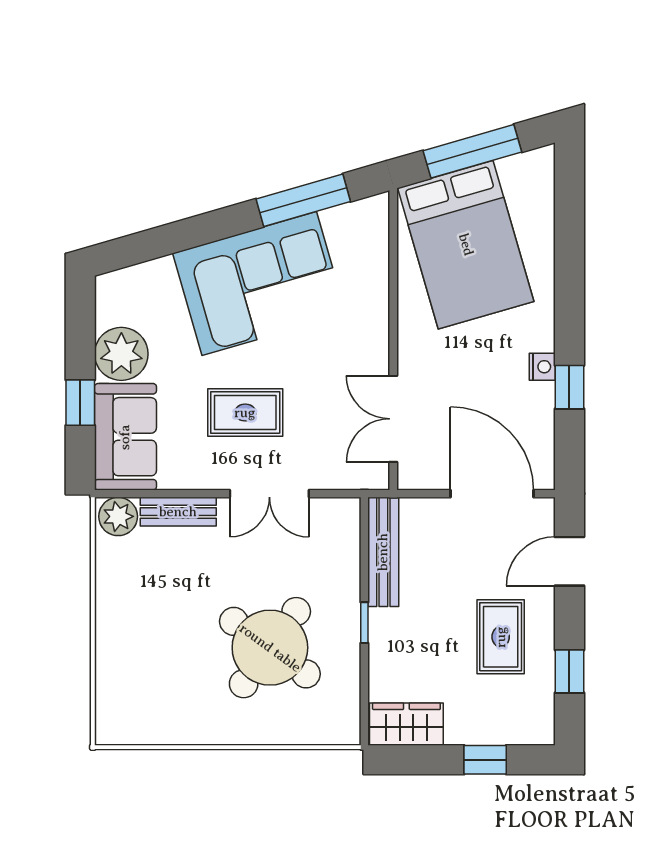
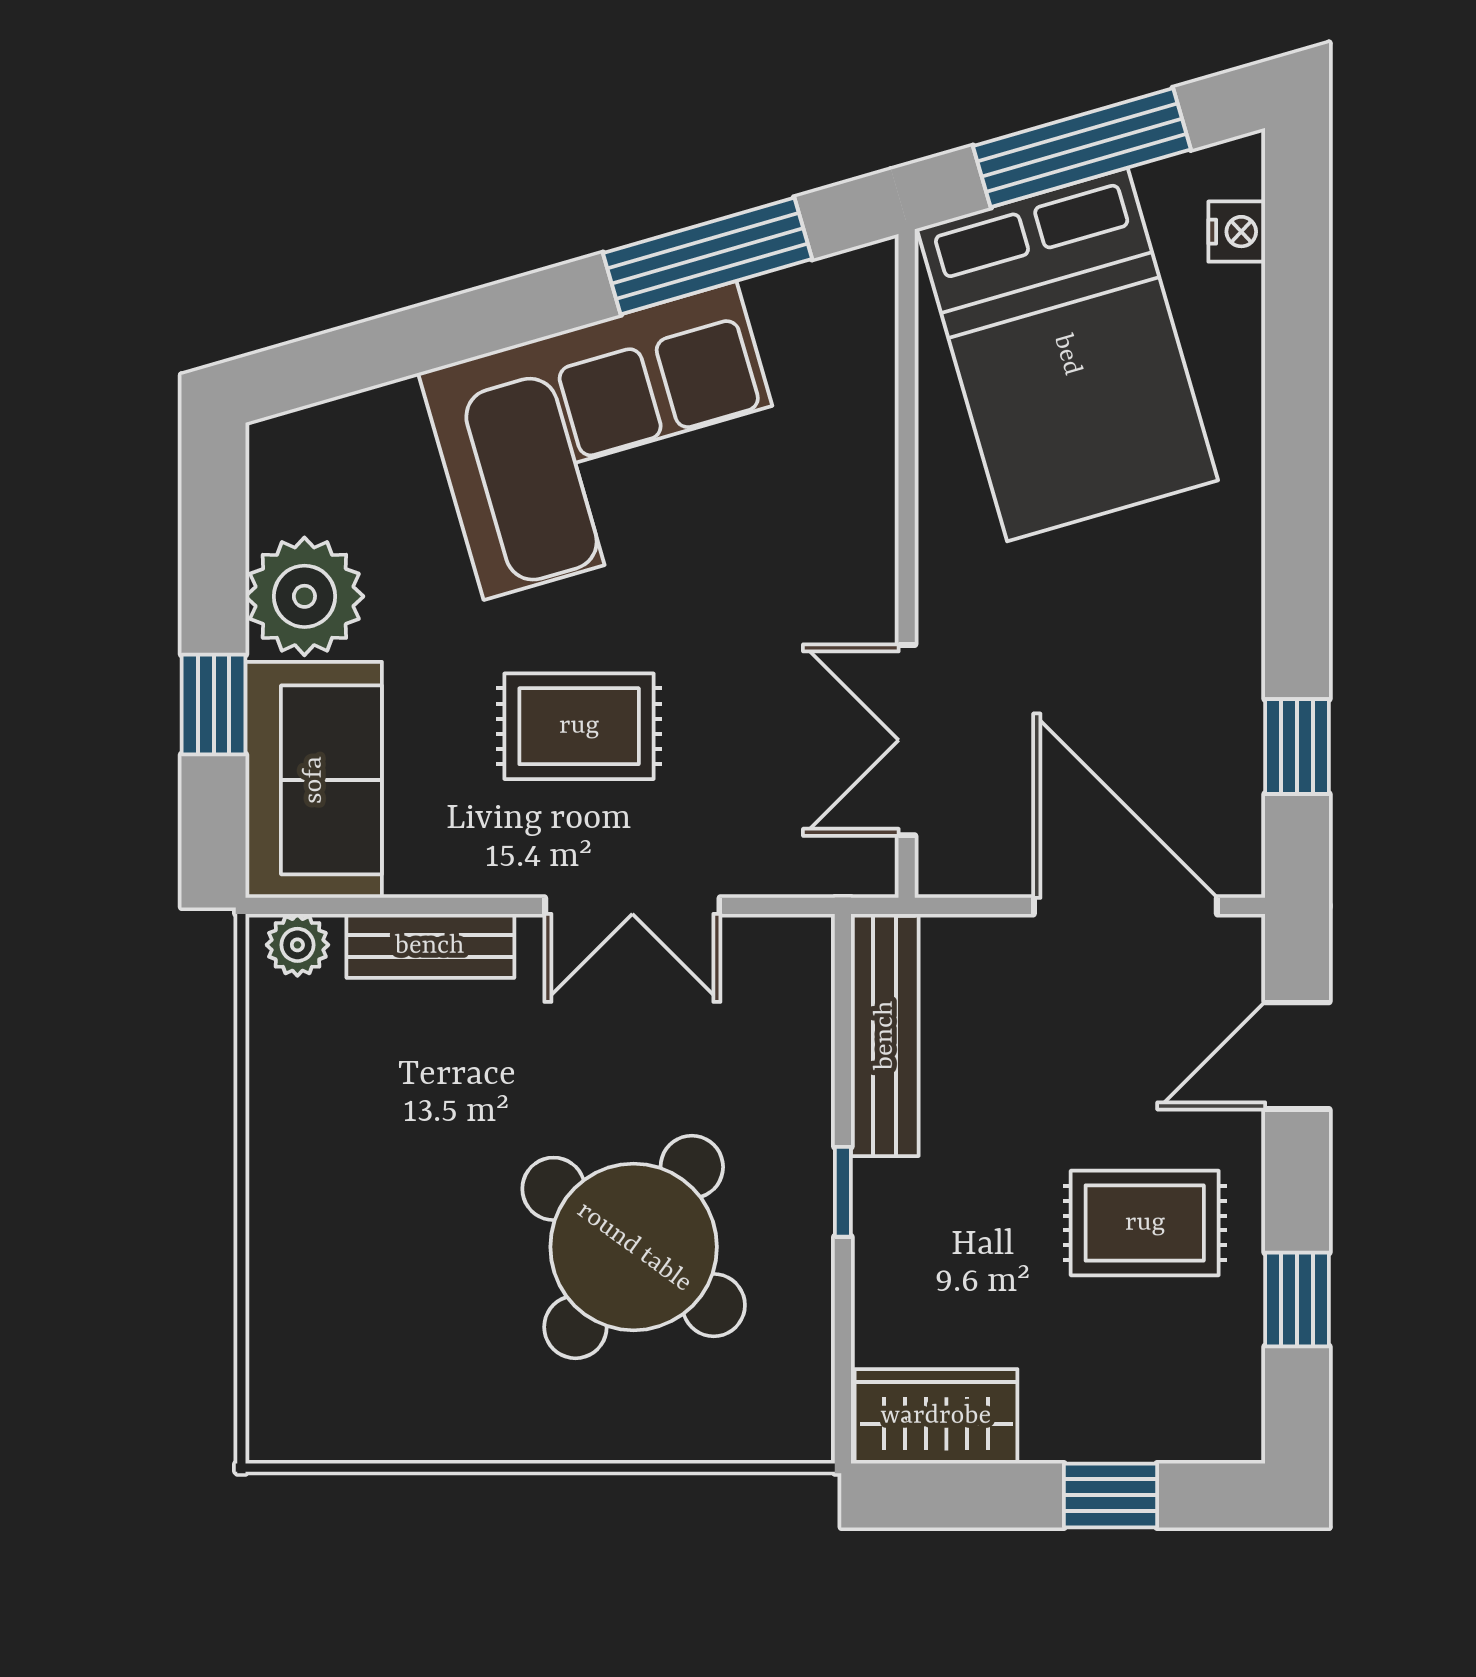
nightstand: (542, 367) -> (1237, 232), moved
window: (569, 387) -> (1297, 746), moved
plant: (118, 516) -> (297, 945), width x0.73, depth x0.73
rug: (501, 637) -> (1145, 1223), turned 90

